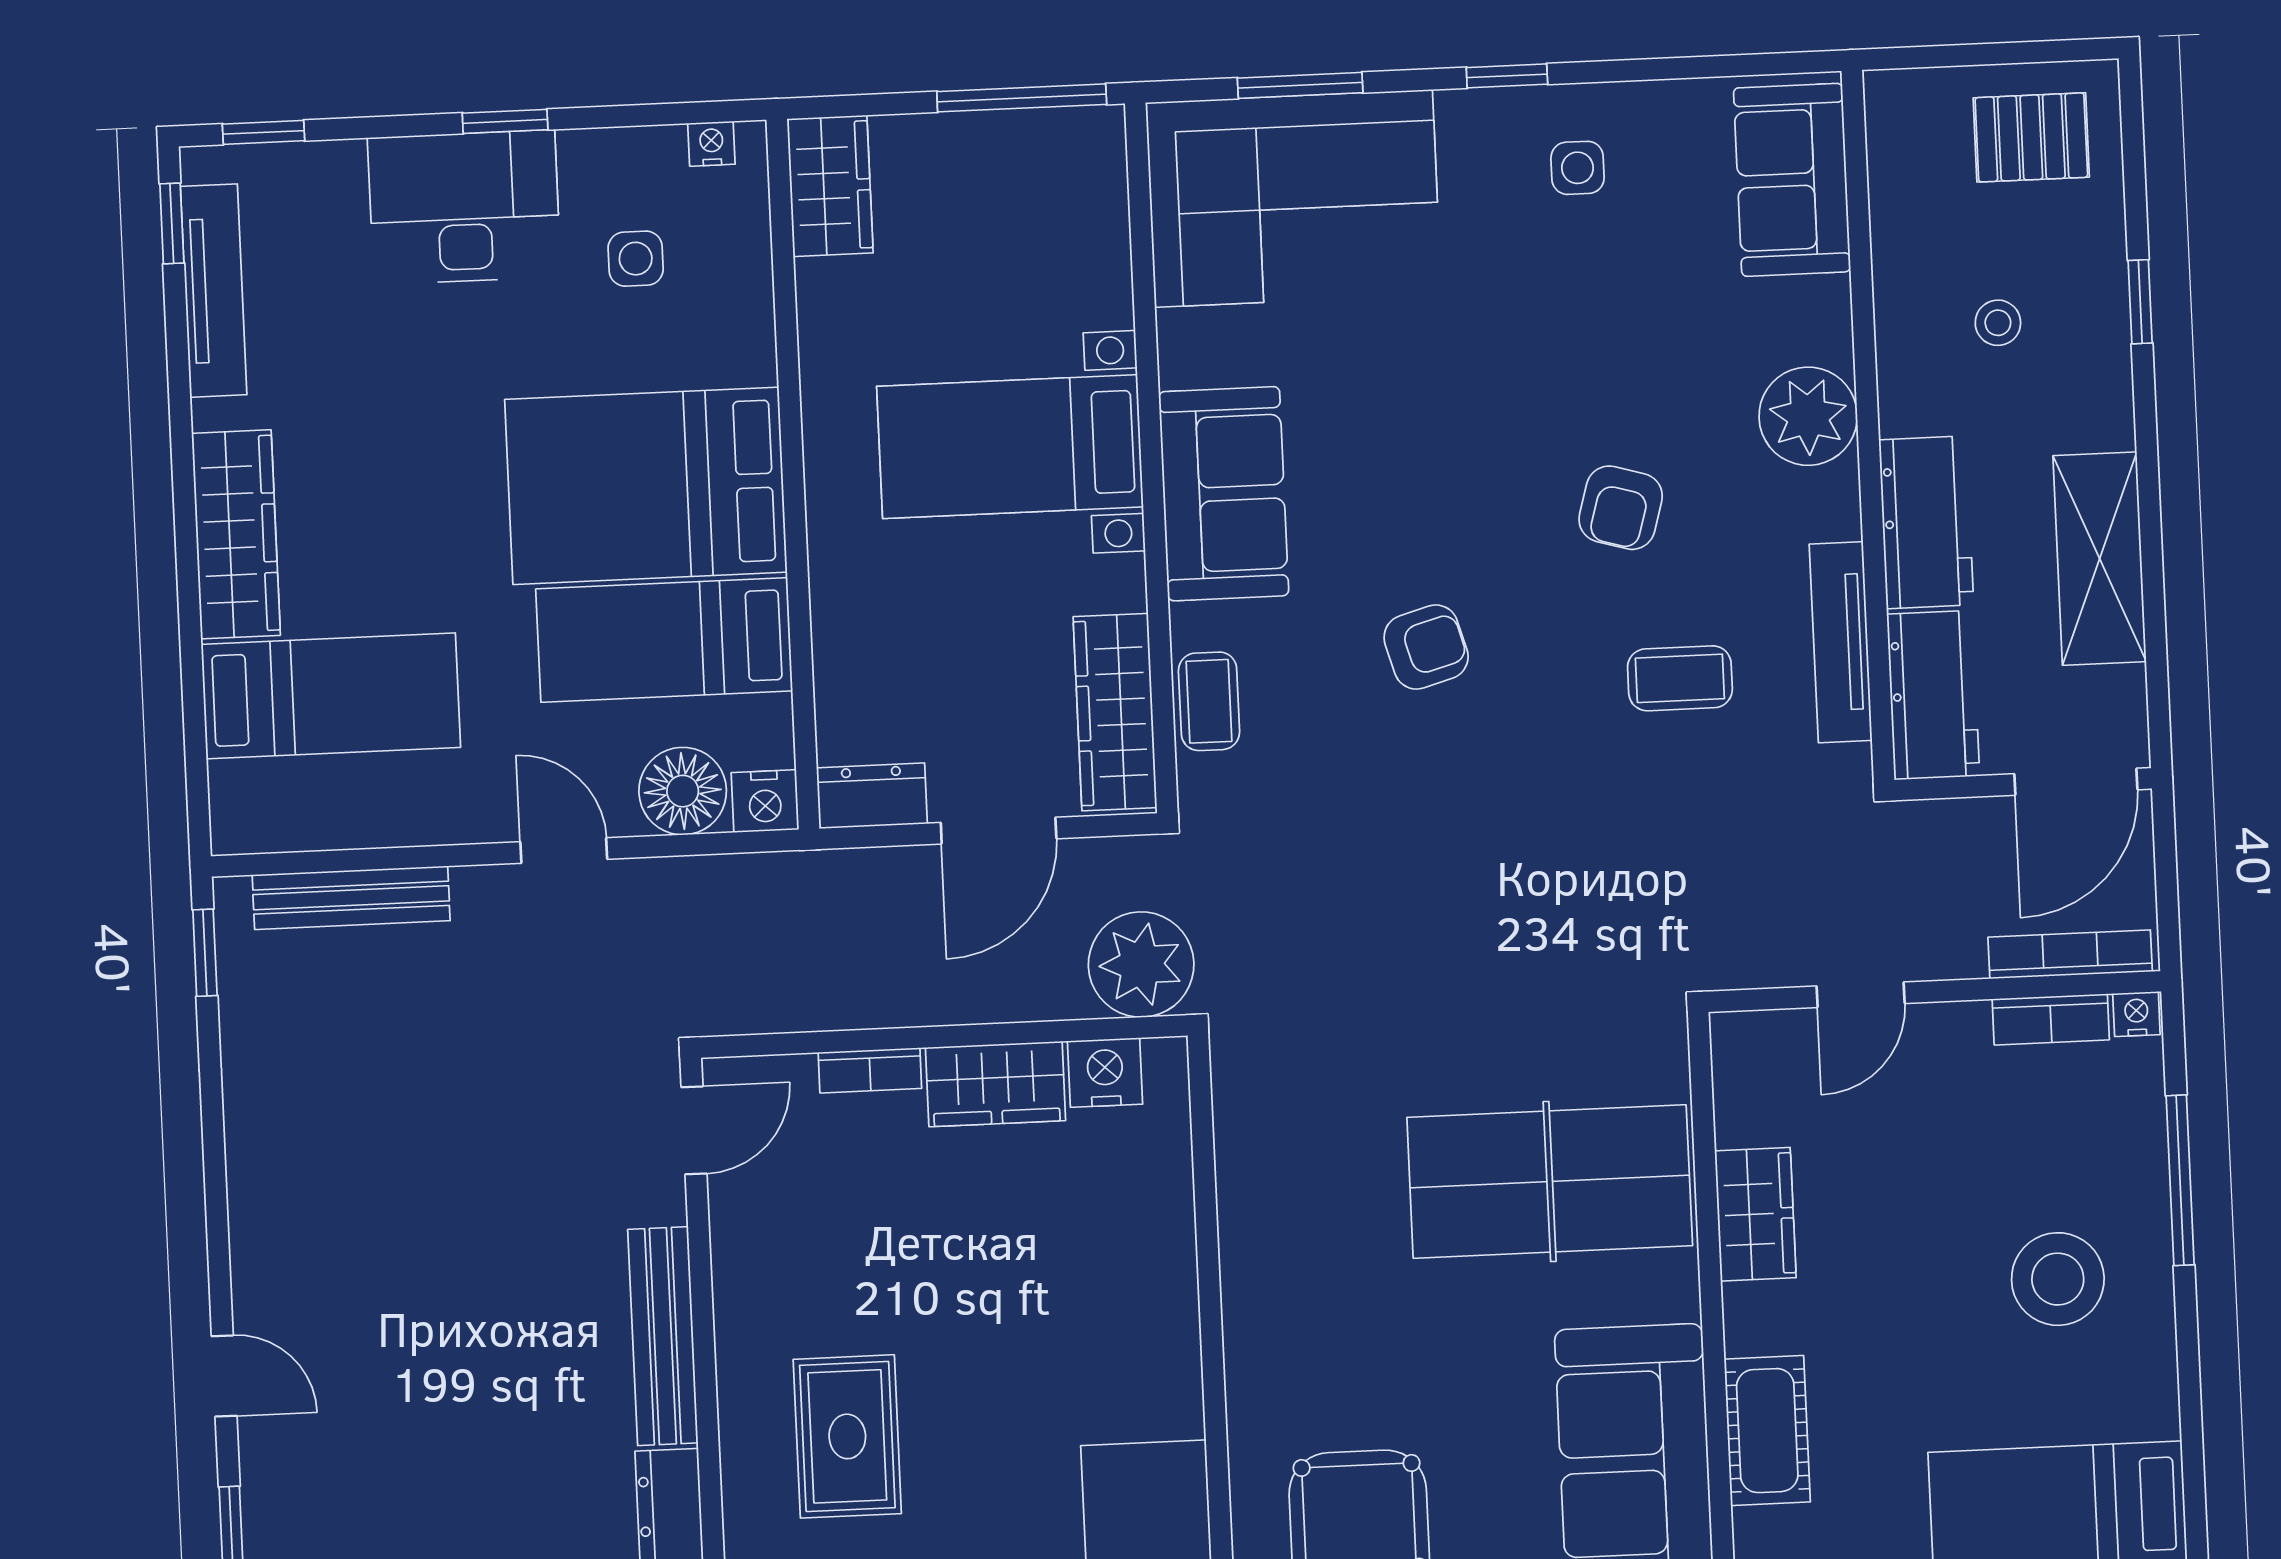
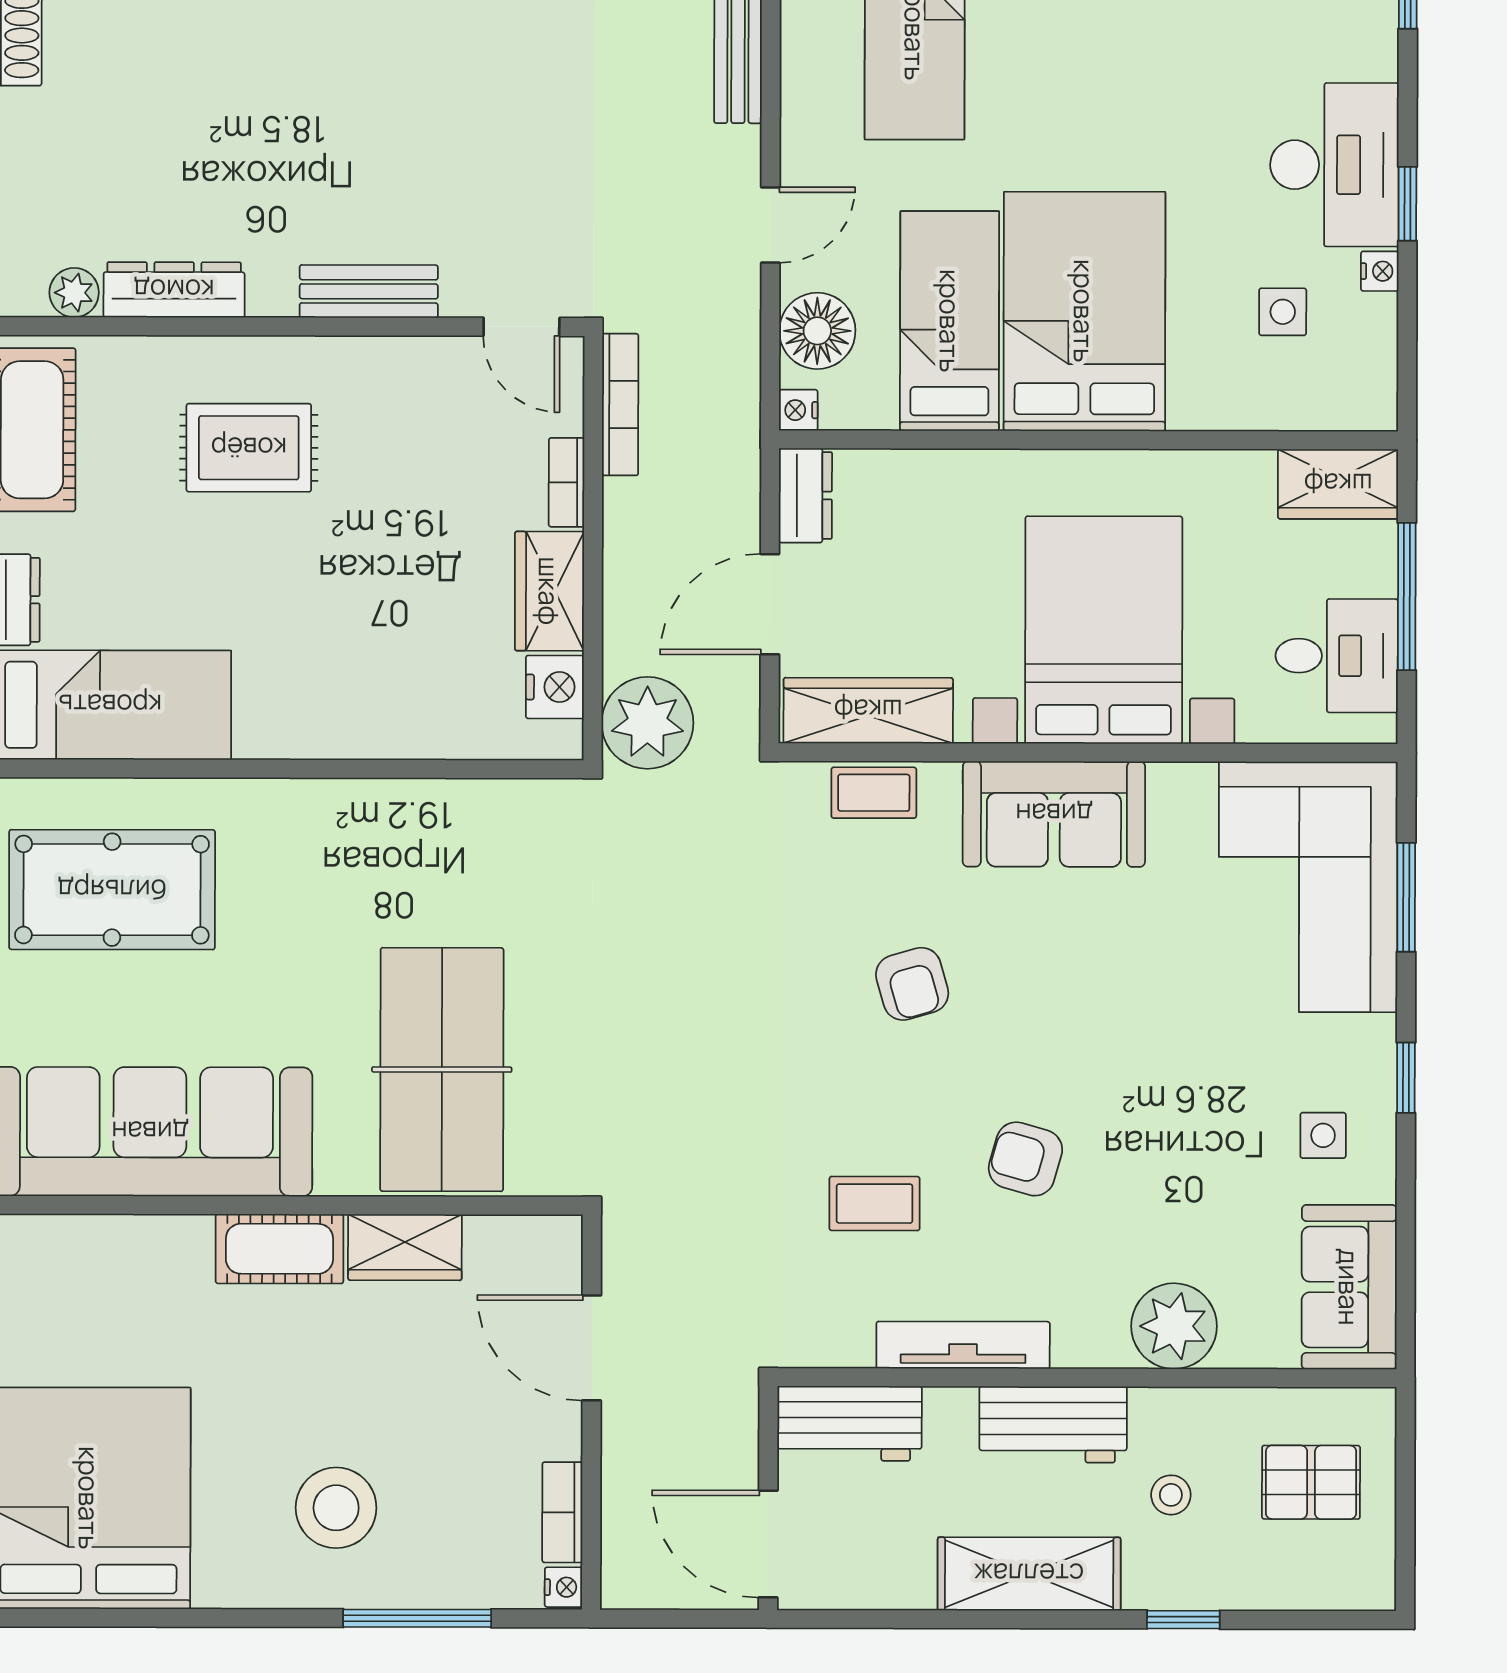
window: (1022, 98) -> (1407, 597), moved
pallet: (2031, 137) -> (1311, 1482), moved, turned 90
nightstand: (711, 144) -> (1380, 271), moved
desk: (1027, 178) -> (1337, 656), added
sofa: (1792, 180) -> (1349, 1287), moved, turned -90
plant: (1808, 416) -> (1174, 1326), moved
bed with nightstands: (1010, 447) -> (1104, 630), width x1.36
workbench: (1926, 522) -> (1053, 1425), moved
shelving: (2100, 559) -> (1029, 1574), moved
tv unit: (1841, 642) -> (963, 1345), moved
coffee table: (1680, 678) -> (874, 1204), turned 90
nightstand: (765, 801) -> (798, 410), width x0.72, depth x0.74
door: (999, 831) -> (770, 604), hinge flipped
bookcase: (2070, 954) -> (620, 405), moved
door: (1861, 995) -> (592, 1348), width x1.38
bench: (663, 1336) -> (369, 291), width x0.73
cot: (1767, 1431) -> (279, 1249), moved

